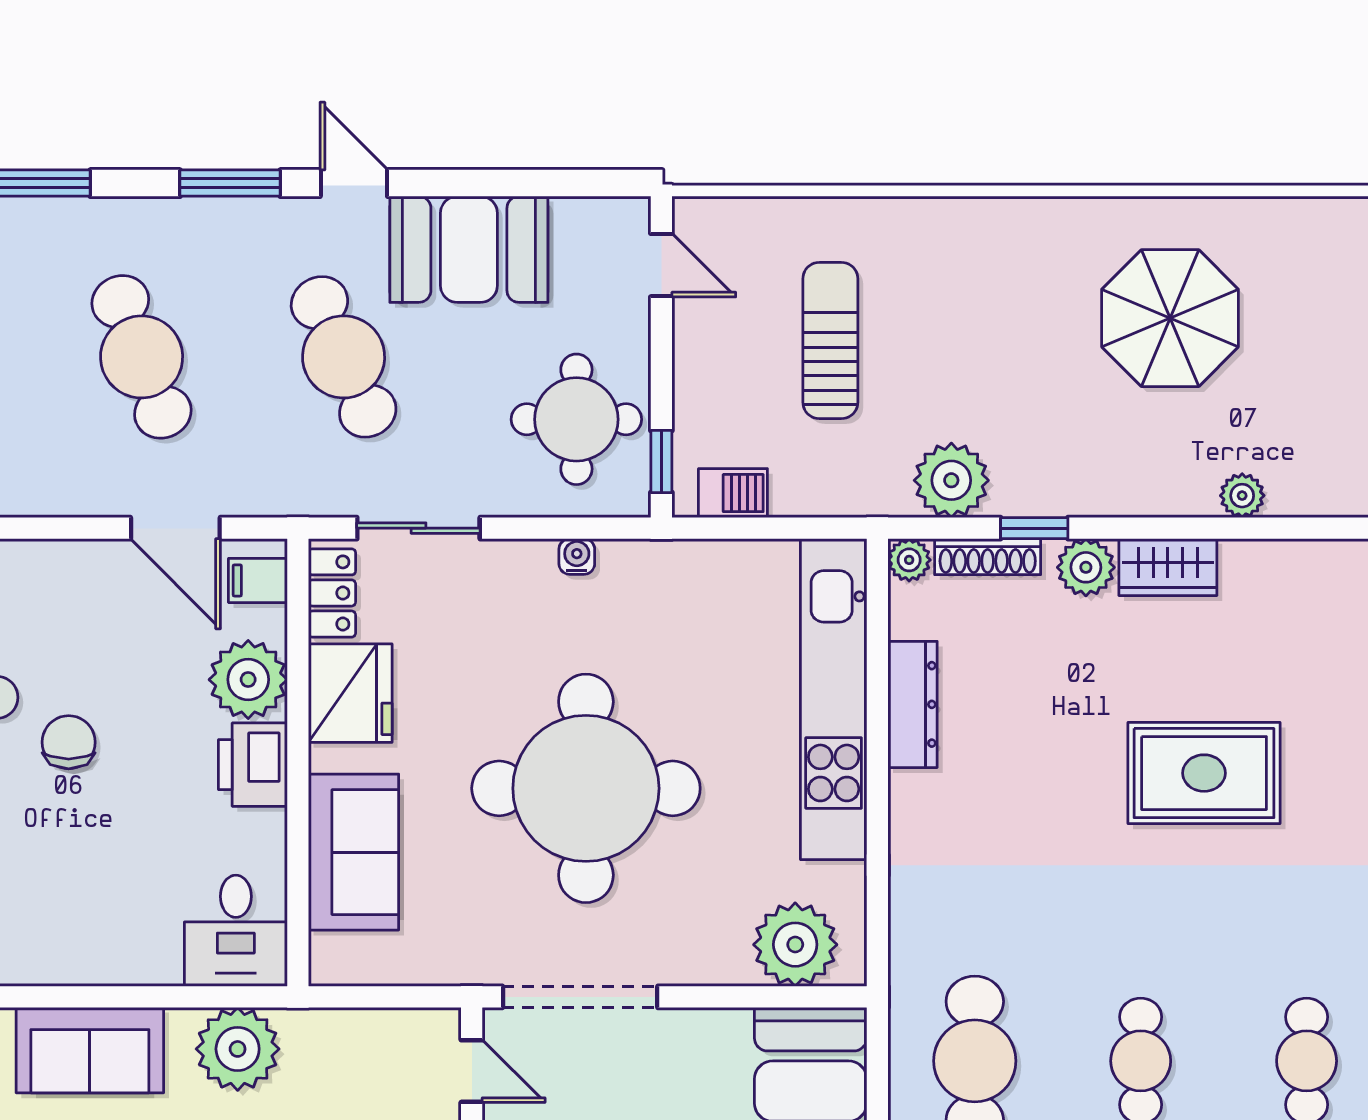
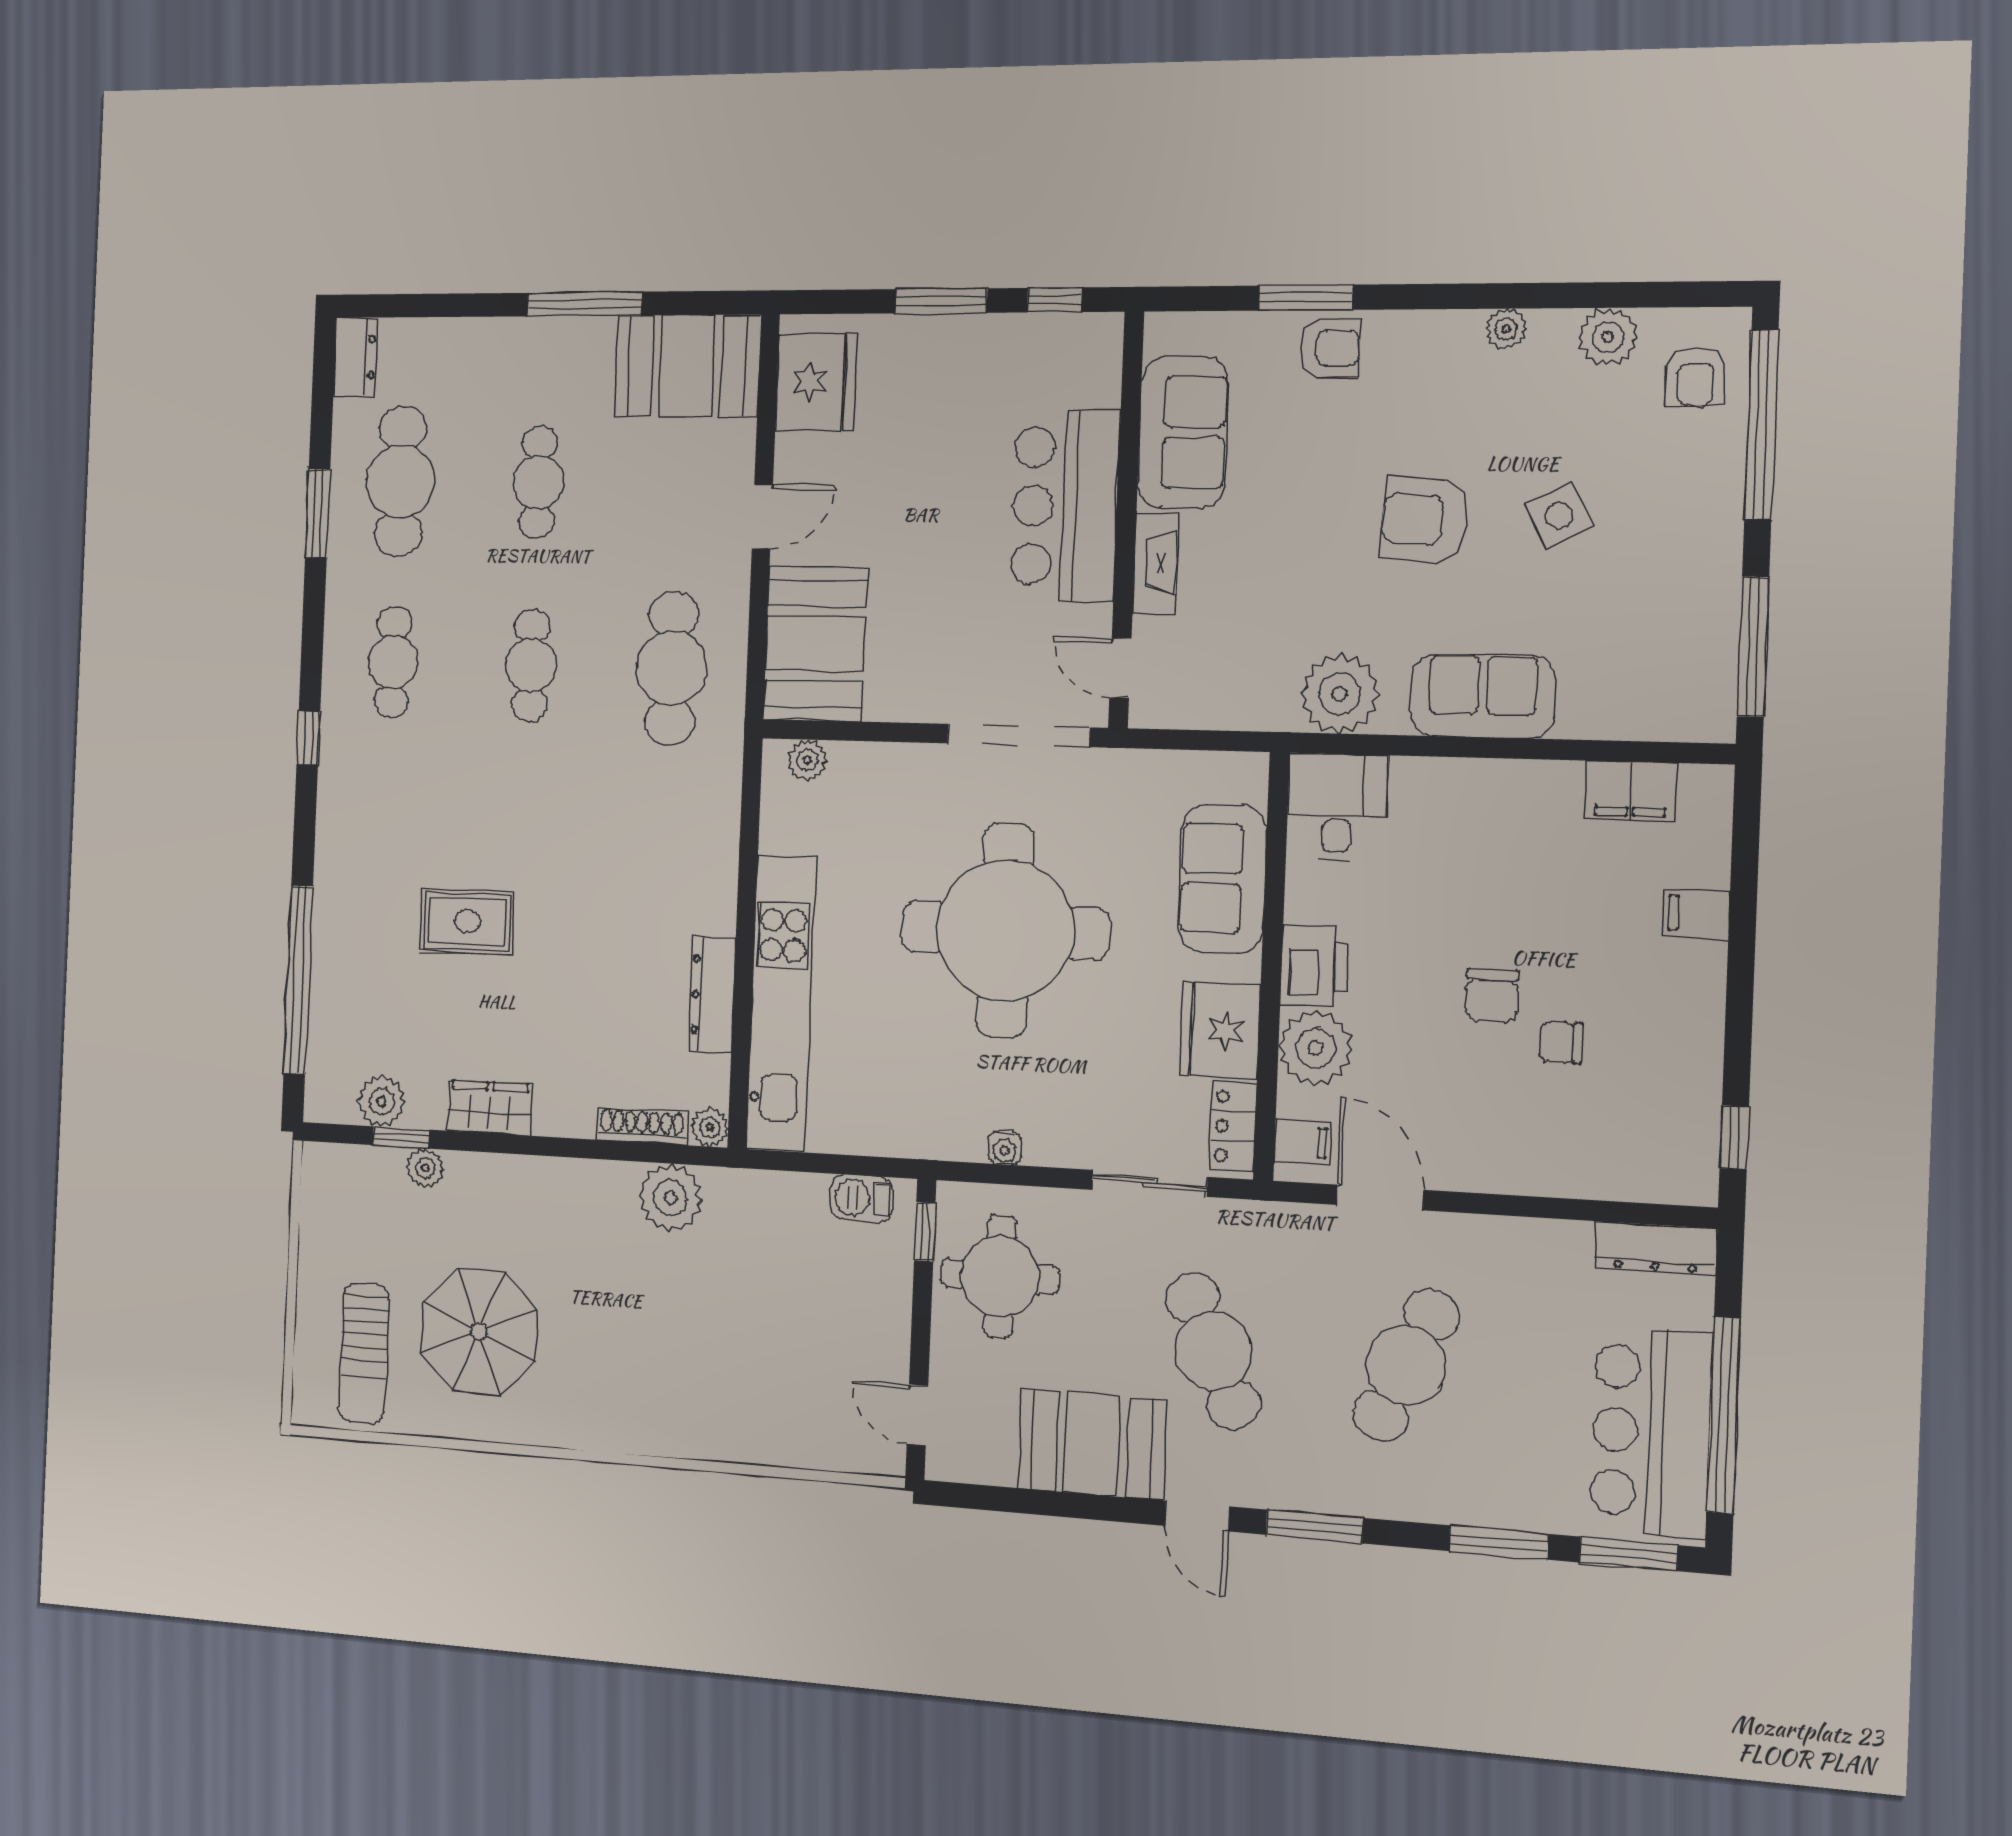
sun lounger: (830, 341) -> (364, 1353), moved
cafe table: (142, 357) -> (1406, 1365), turned 45
window: (1034, 528) -> (401, 1137), moved
plant: (1086, 567) -> (382, 1101), moved
rug: (1204, 773) -> (467, 922), width x0.73, depth x0.70
plant: (795, 945) -> (807, 760), width x0.53, depth x0.53

